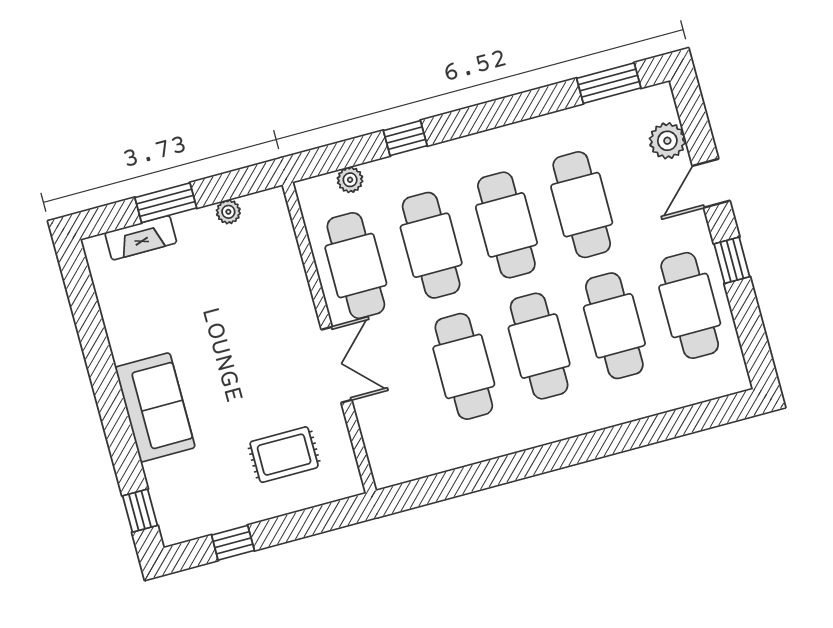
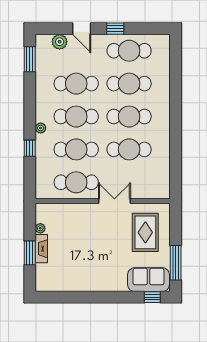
plant: (350, 180) -> (41, 128), moved
fireplace: (141, 238) -> (41, 249), moved
sofa: (155, 407) -> (149, 280), moved
rug: (284, 455) -> (145, 232), width x1.36, depth x1.43
window: (233, 543) -> (176, 263), width x2.17

